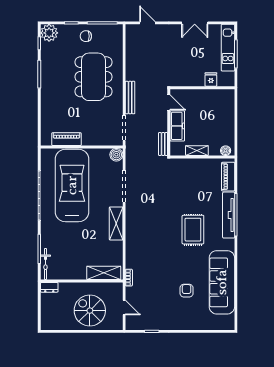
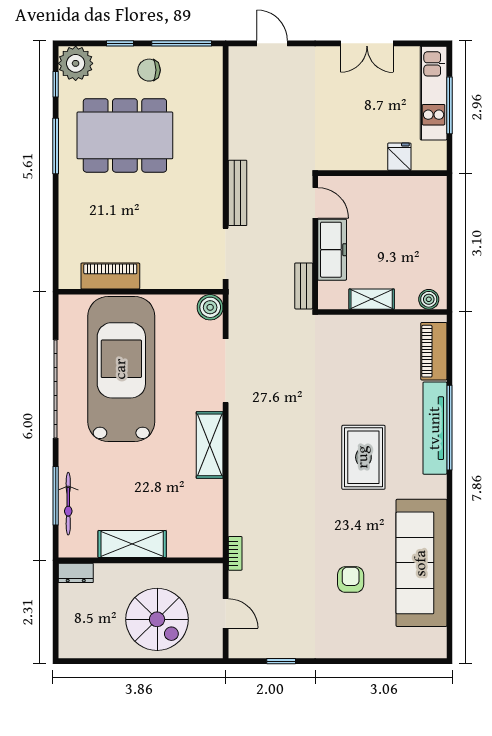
dining table: (93, 77) -> (125, 135), moved, turned 90
bicycle: (45, 264) -> (68, 504), moved
shelving: (104, 273) -> (132, 544), moved
spiral stairs: (90, 311) -> (157, 619), turned 180

